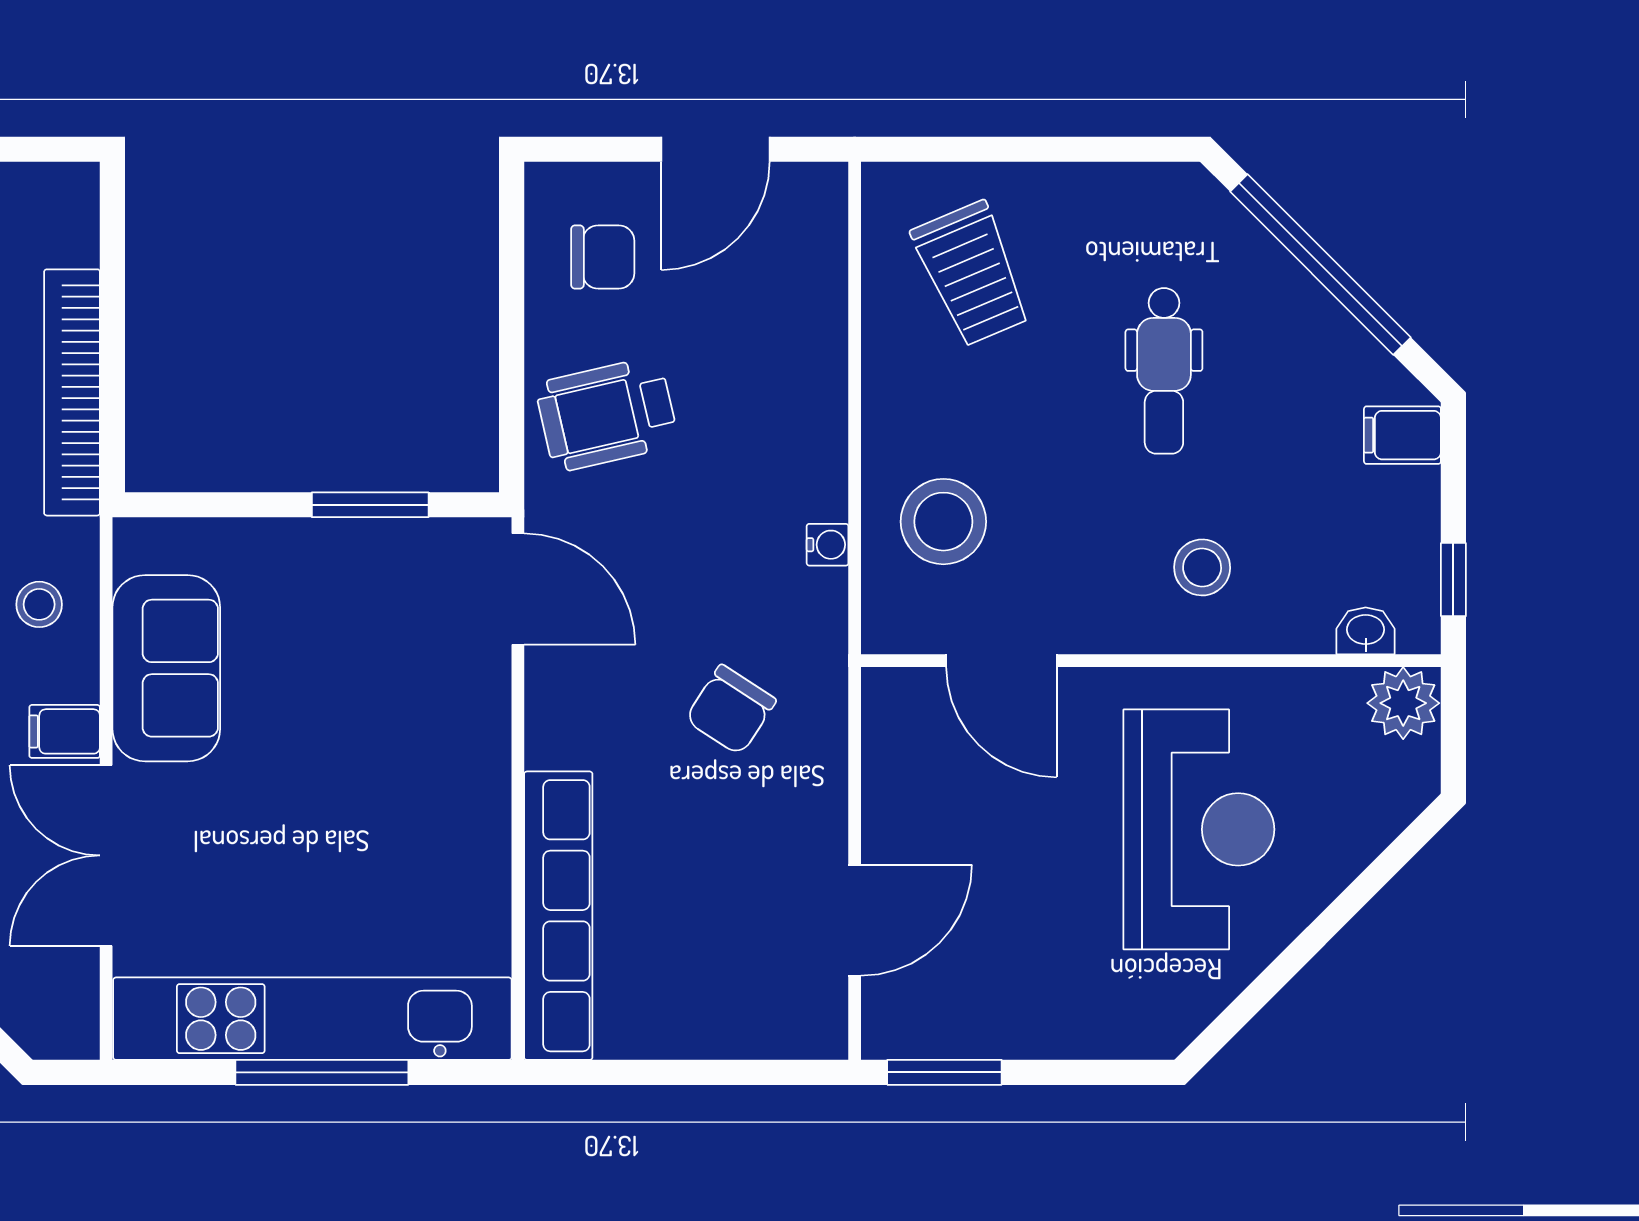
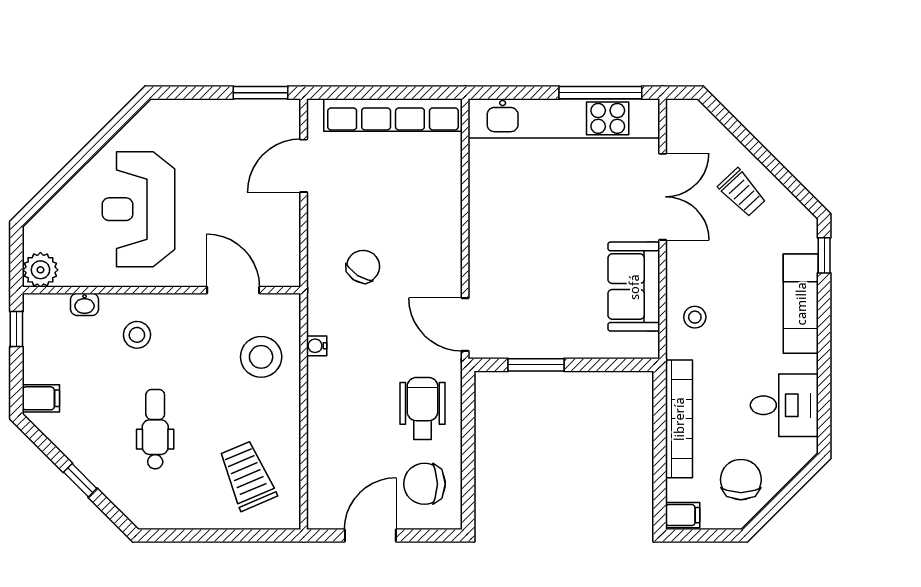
chair: (603, 257) -> (424, 484), width x1.37, depth x1.37
window: (1320, 264) -> (80, 480), width x0.32
wheelchair: (607, 414) -> (422, 408), turned -77
washbasin: (1366, 631) -> (85, 304), moved
filing cabinet: (65, 731) -> (683, 515), moved
row of seats: (558, 916) -> (393, 115), moved, turned -90
window: (322, 1072) -> (600, 93), moved

